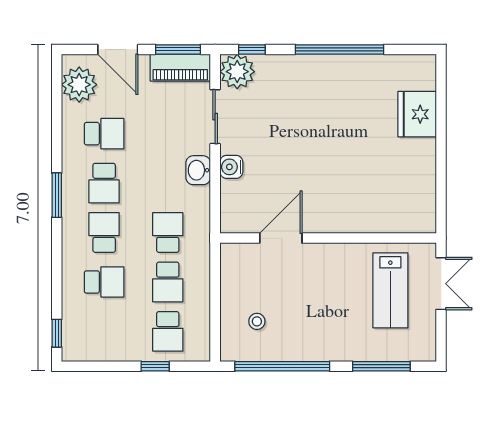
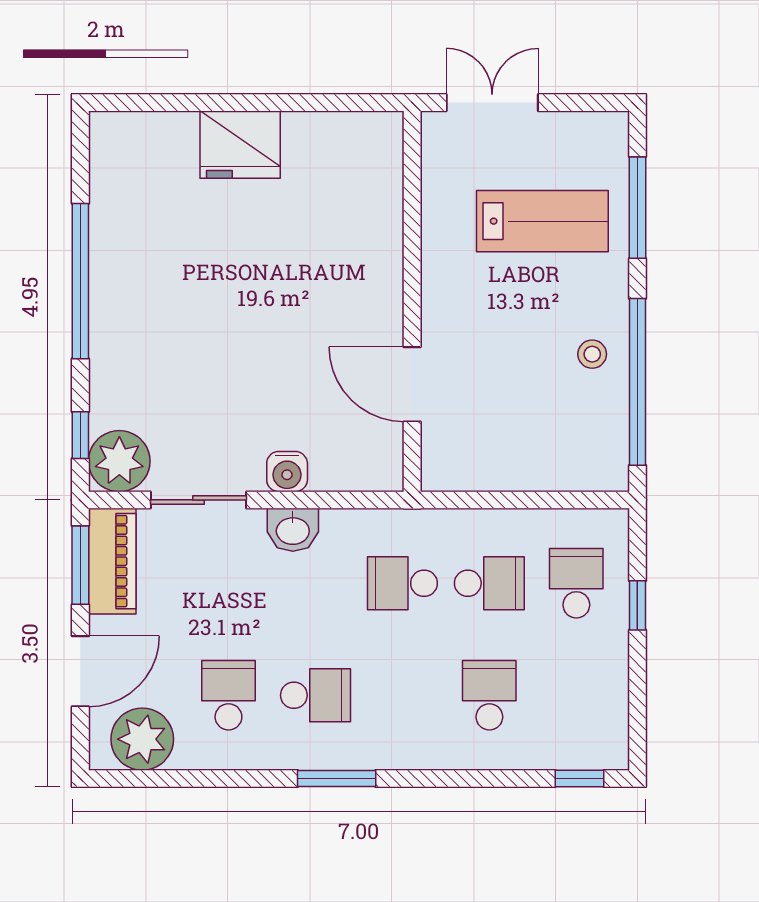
fridge: (417, 114) -> (240, 145), moved
school desk: (104, 233) -> (402, 695), removed
lab bench: (390, 290) -> (542, 221), moved
stool: (257, 321) -> (592, 354), moved
school desk: (168, 331) -> (576, 583), turned -90

